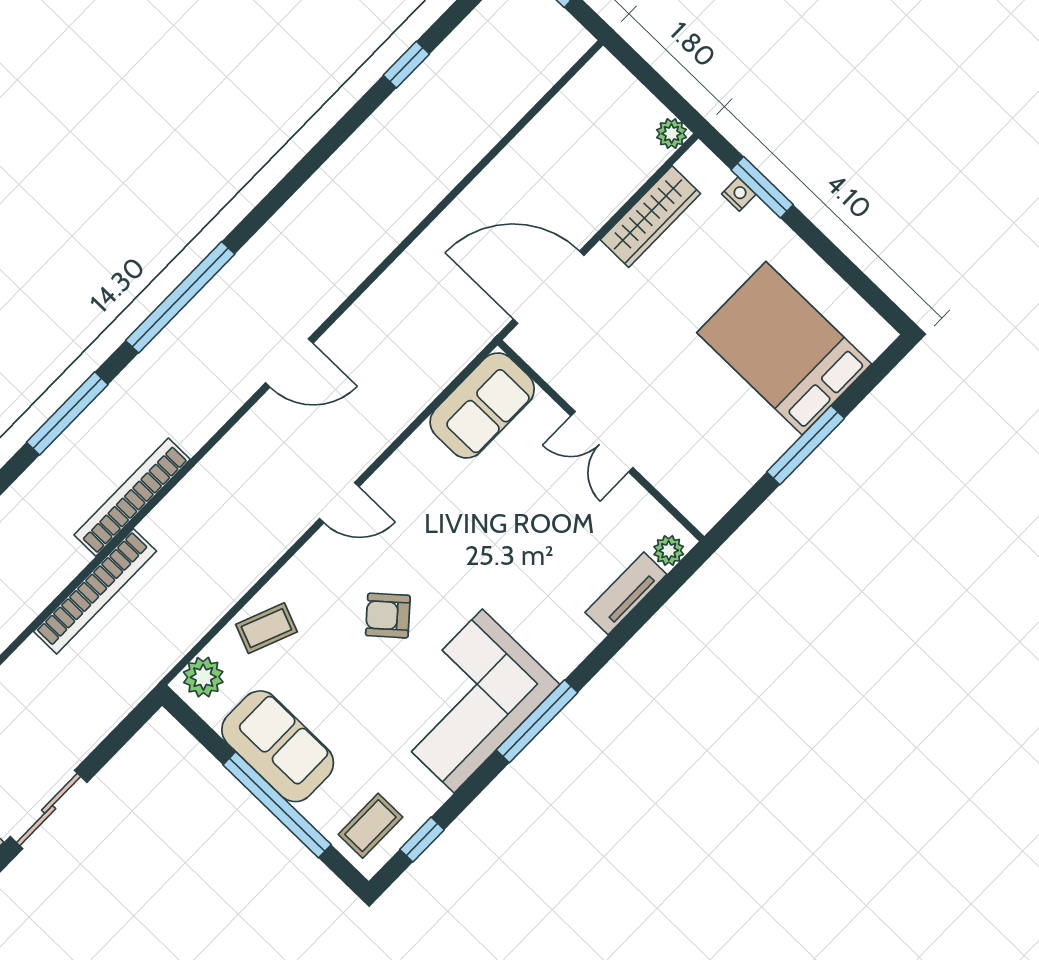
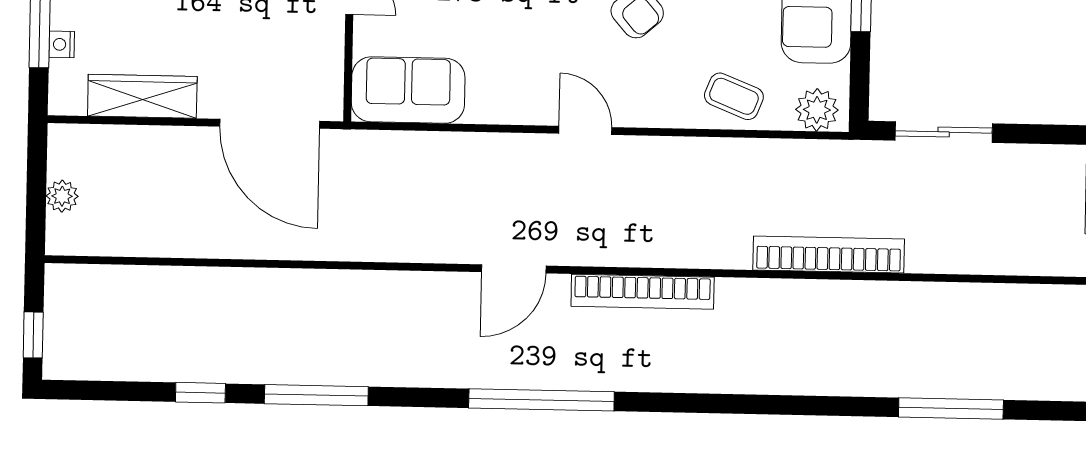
plant: (671, 134) -> (62, 196), moved
door: (289, 363) -> (514, 269), swing flipped
window: (67, 413) -> (316, 395), moved
bookcase: (132, 497) -> (643, 292), moved
sliding door: (49, 809) -> (944, 132), moved

